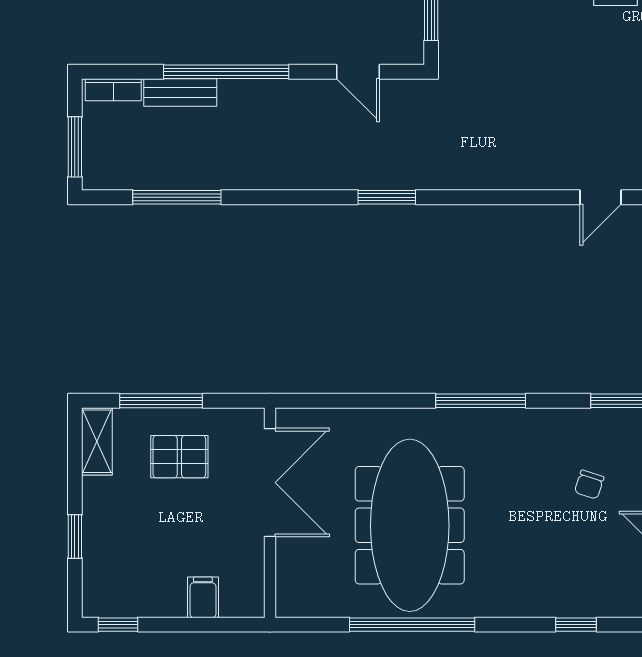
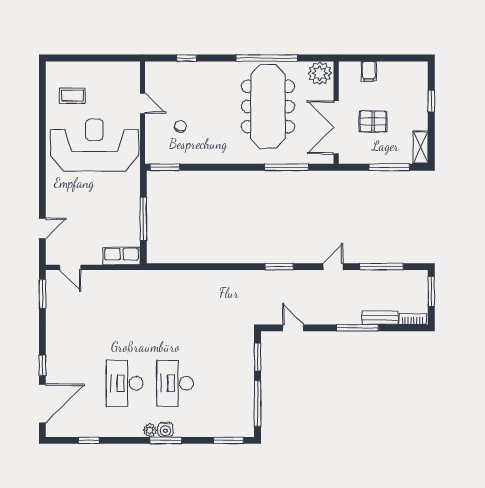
window: (226, 72) -> (358, 328), width x0.68
door: (600, 197) -> (333, 267), moved
window: (481, 401) -> (287, 167), moved
pallet: (179, 457) -> (373, 122), moved
plant: (303, 593) -> (320, 73), added
window: (118, 625) -> (410, 58), removed

